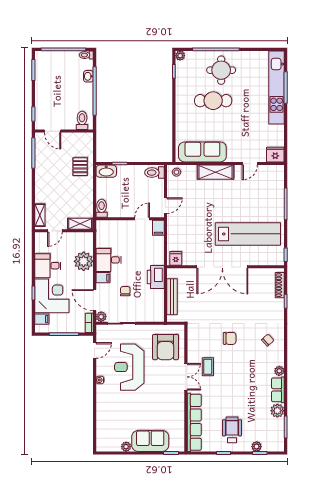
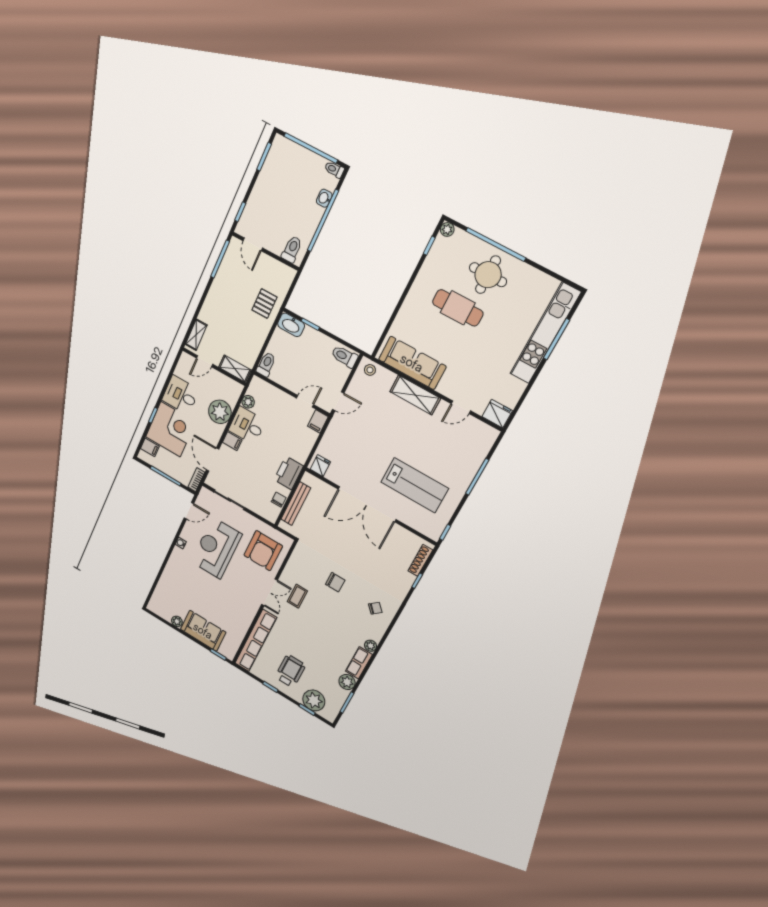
lab bench: (248, 234) -> (415, 485), width x0.73
chair: (125, 291) -> (279, 500), moved
plant: (101, 317) -> (248, 402), moved
plant: (257, 447) -> (314, 700), width x1.88, depth x1.88

